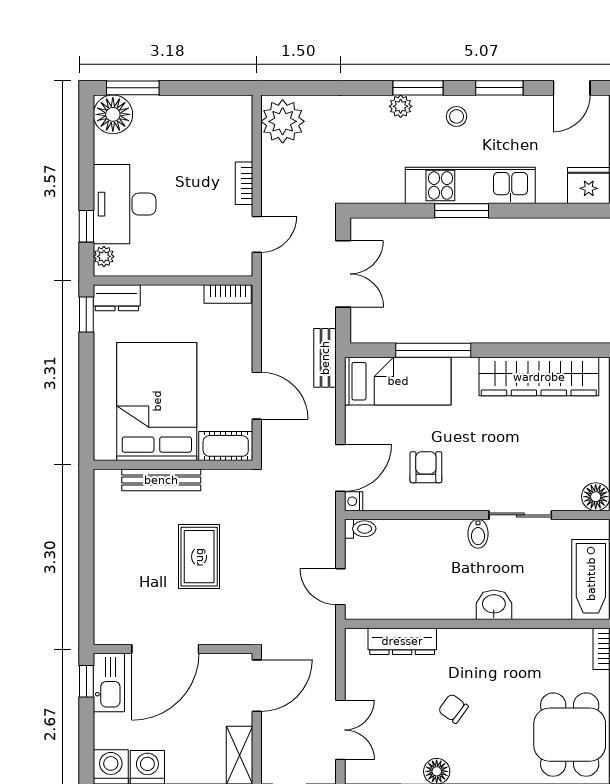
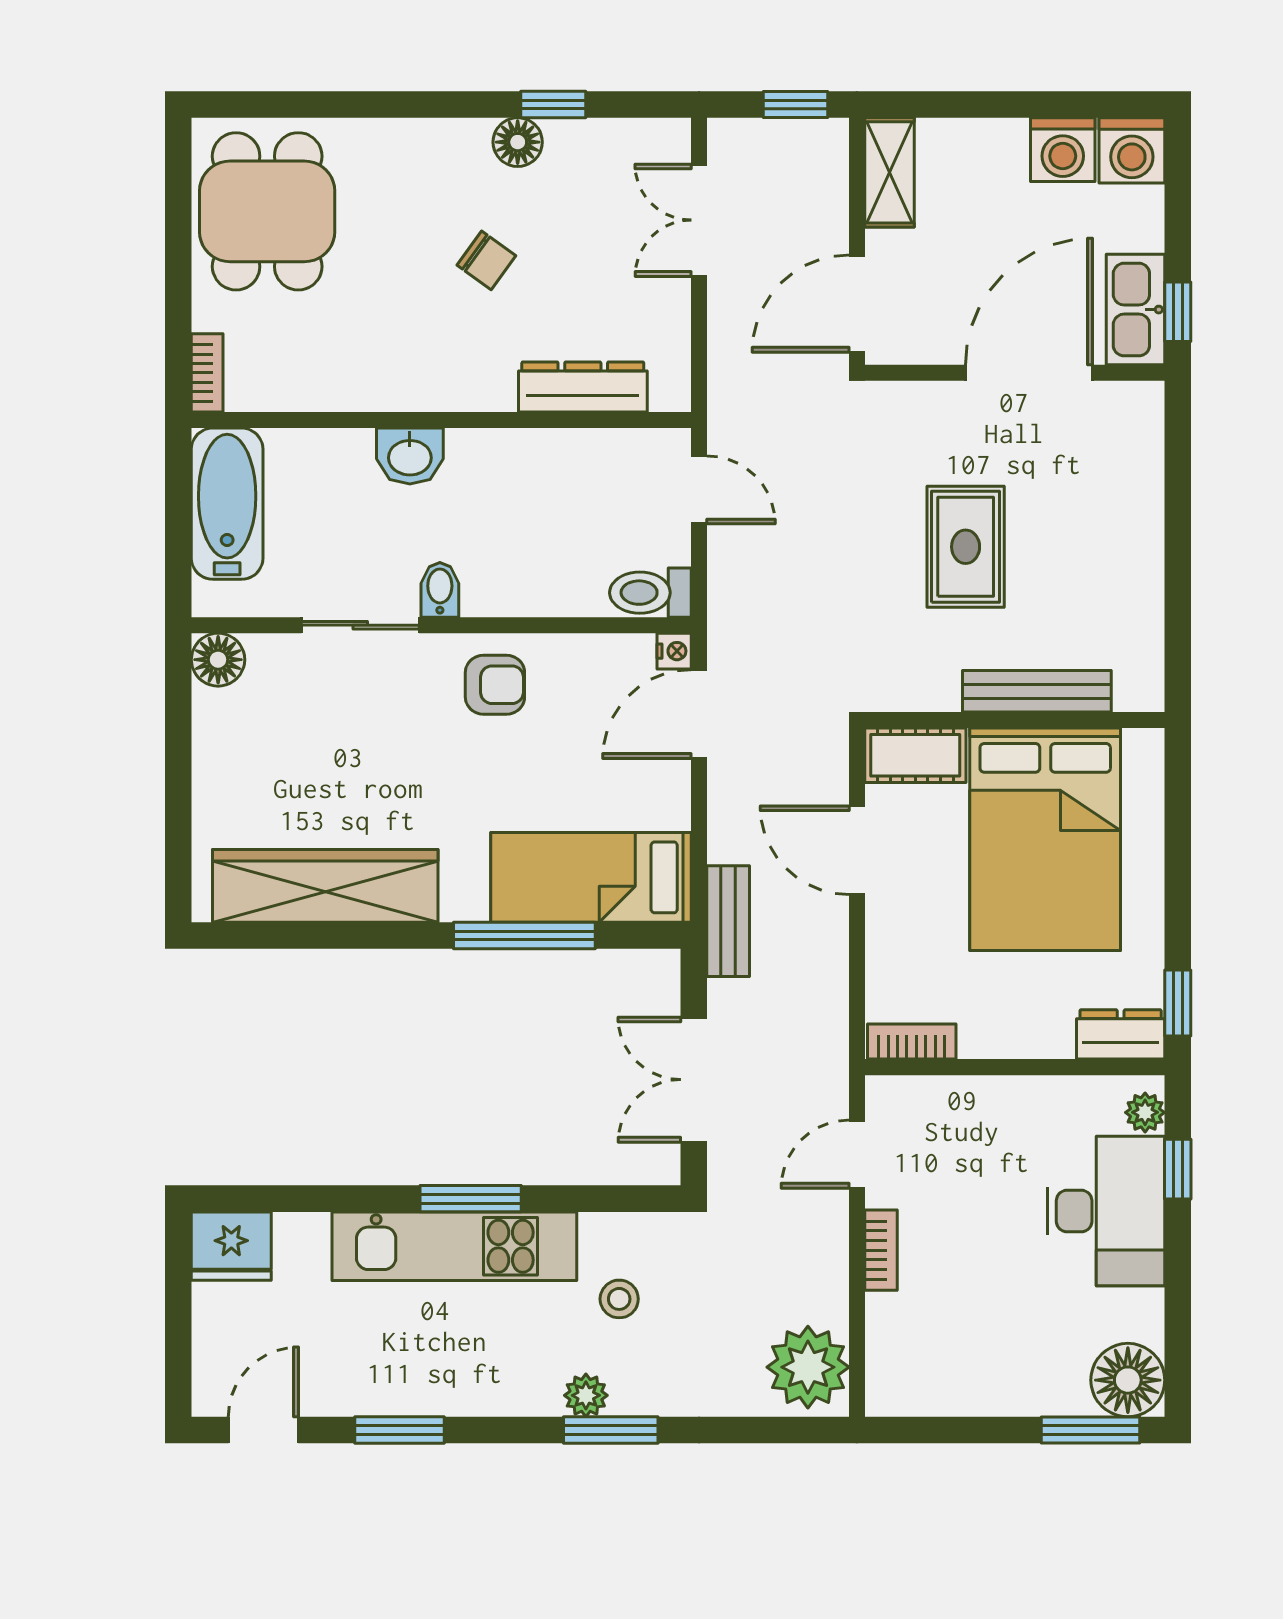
window: (418, 88) -> (611, 1430), moved
stool: (457, 116) -> (619, 1299), moved
armchair: (426, 467) -> (495, 685), moved, turned -90
toilet: (360, 529) -> (650, 593), width x1.37, depth x1.39

